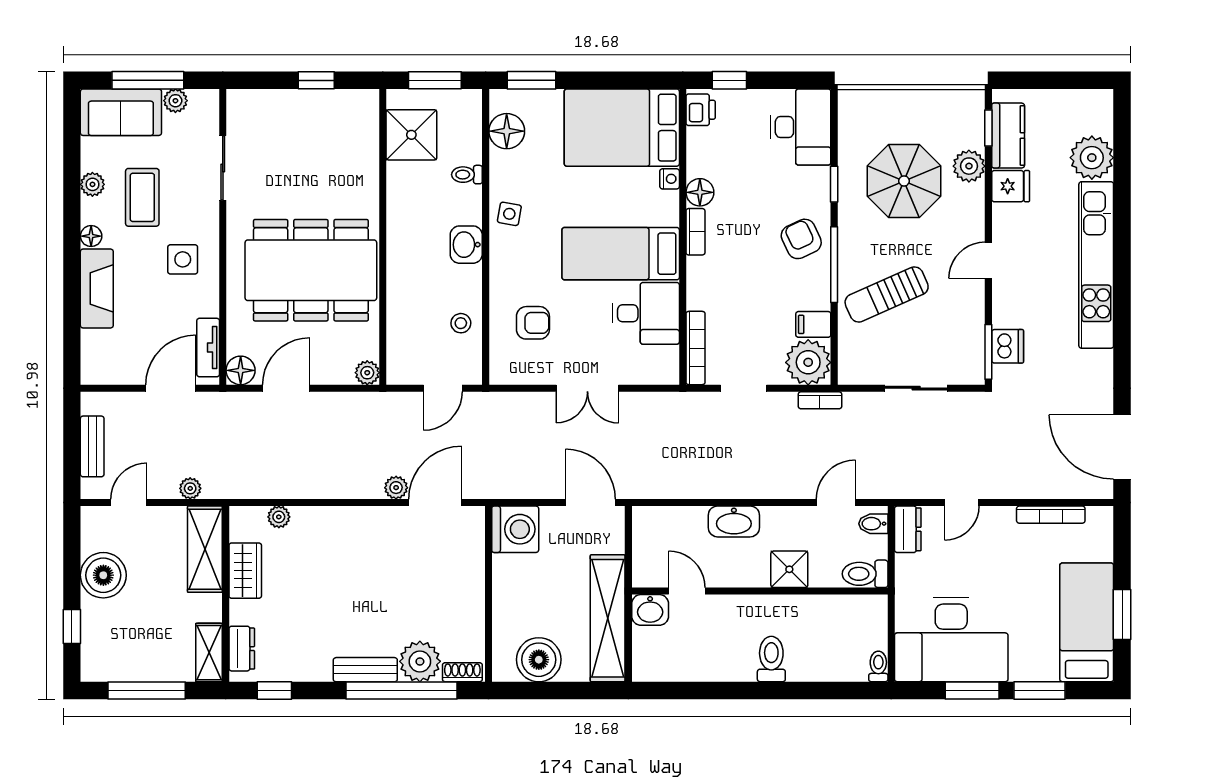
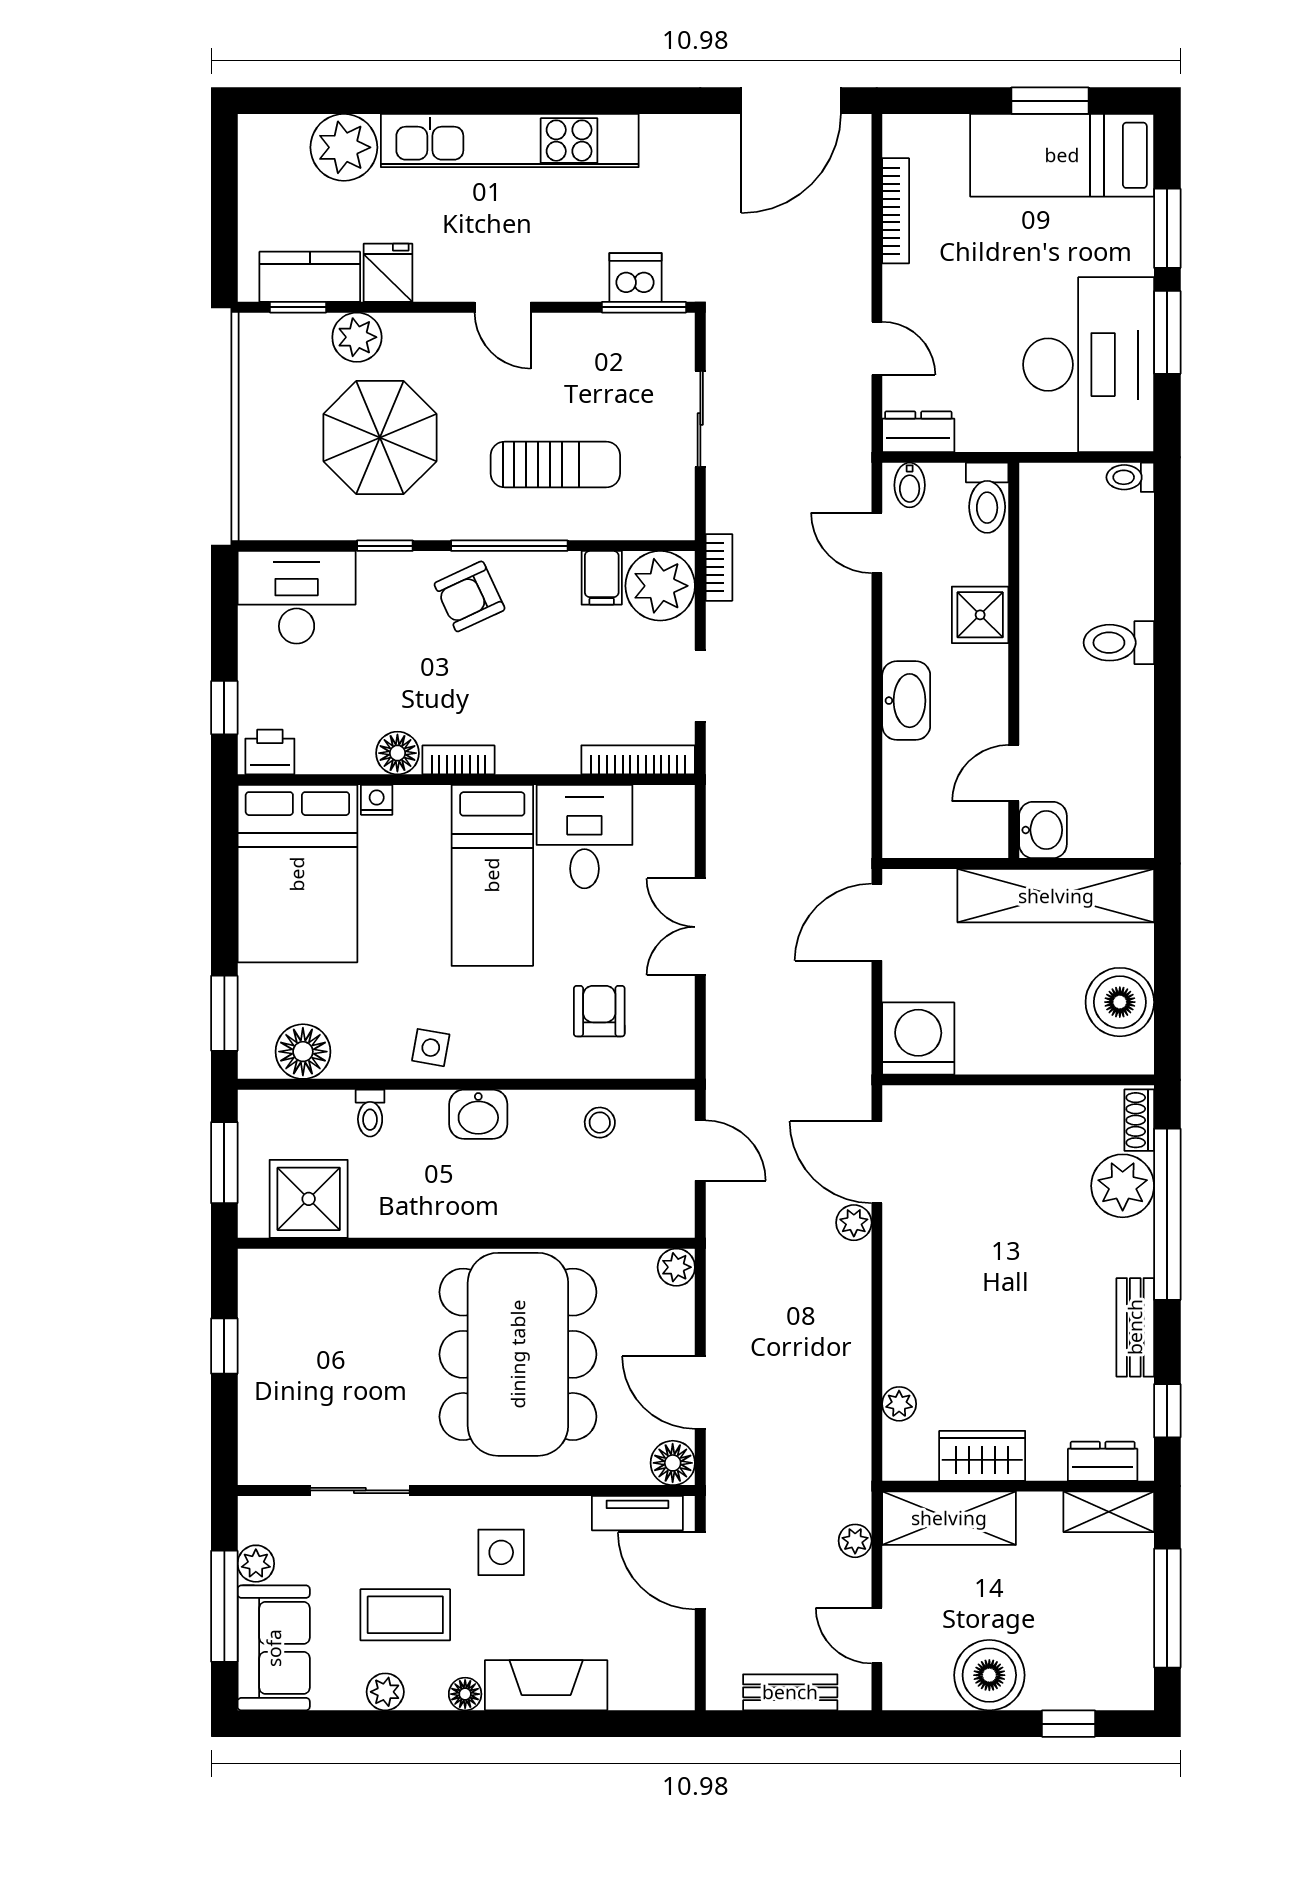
sun lounger: (887, 294) -> (555, 464), turned -66
double door: (587, 388) -> (700, 927), swing flipped
bench: (365, 670) -> (1135, 1327), moved

